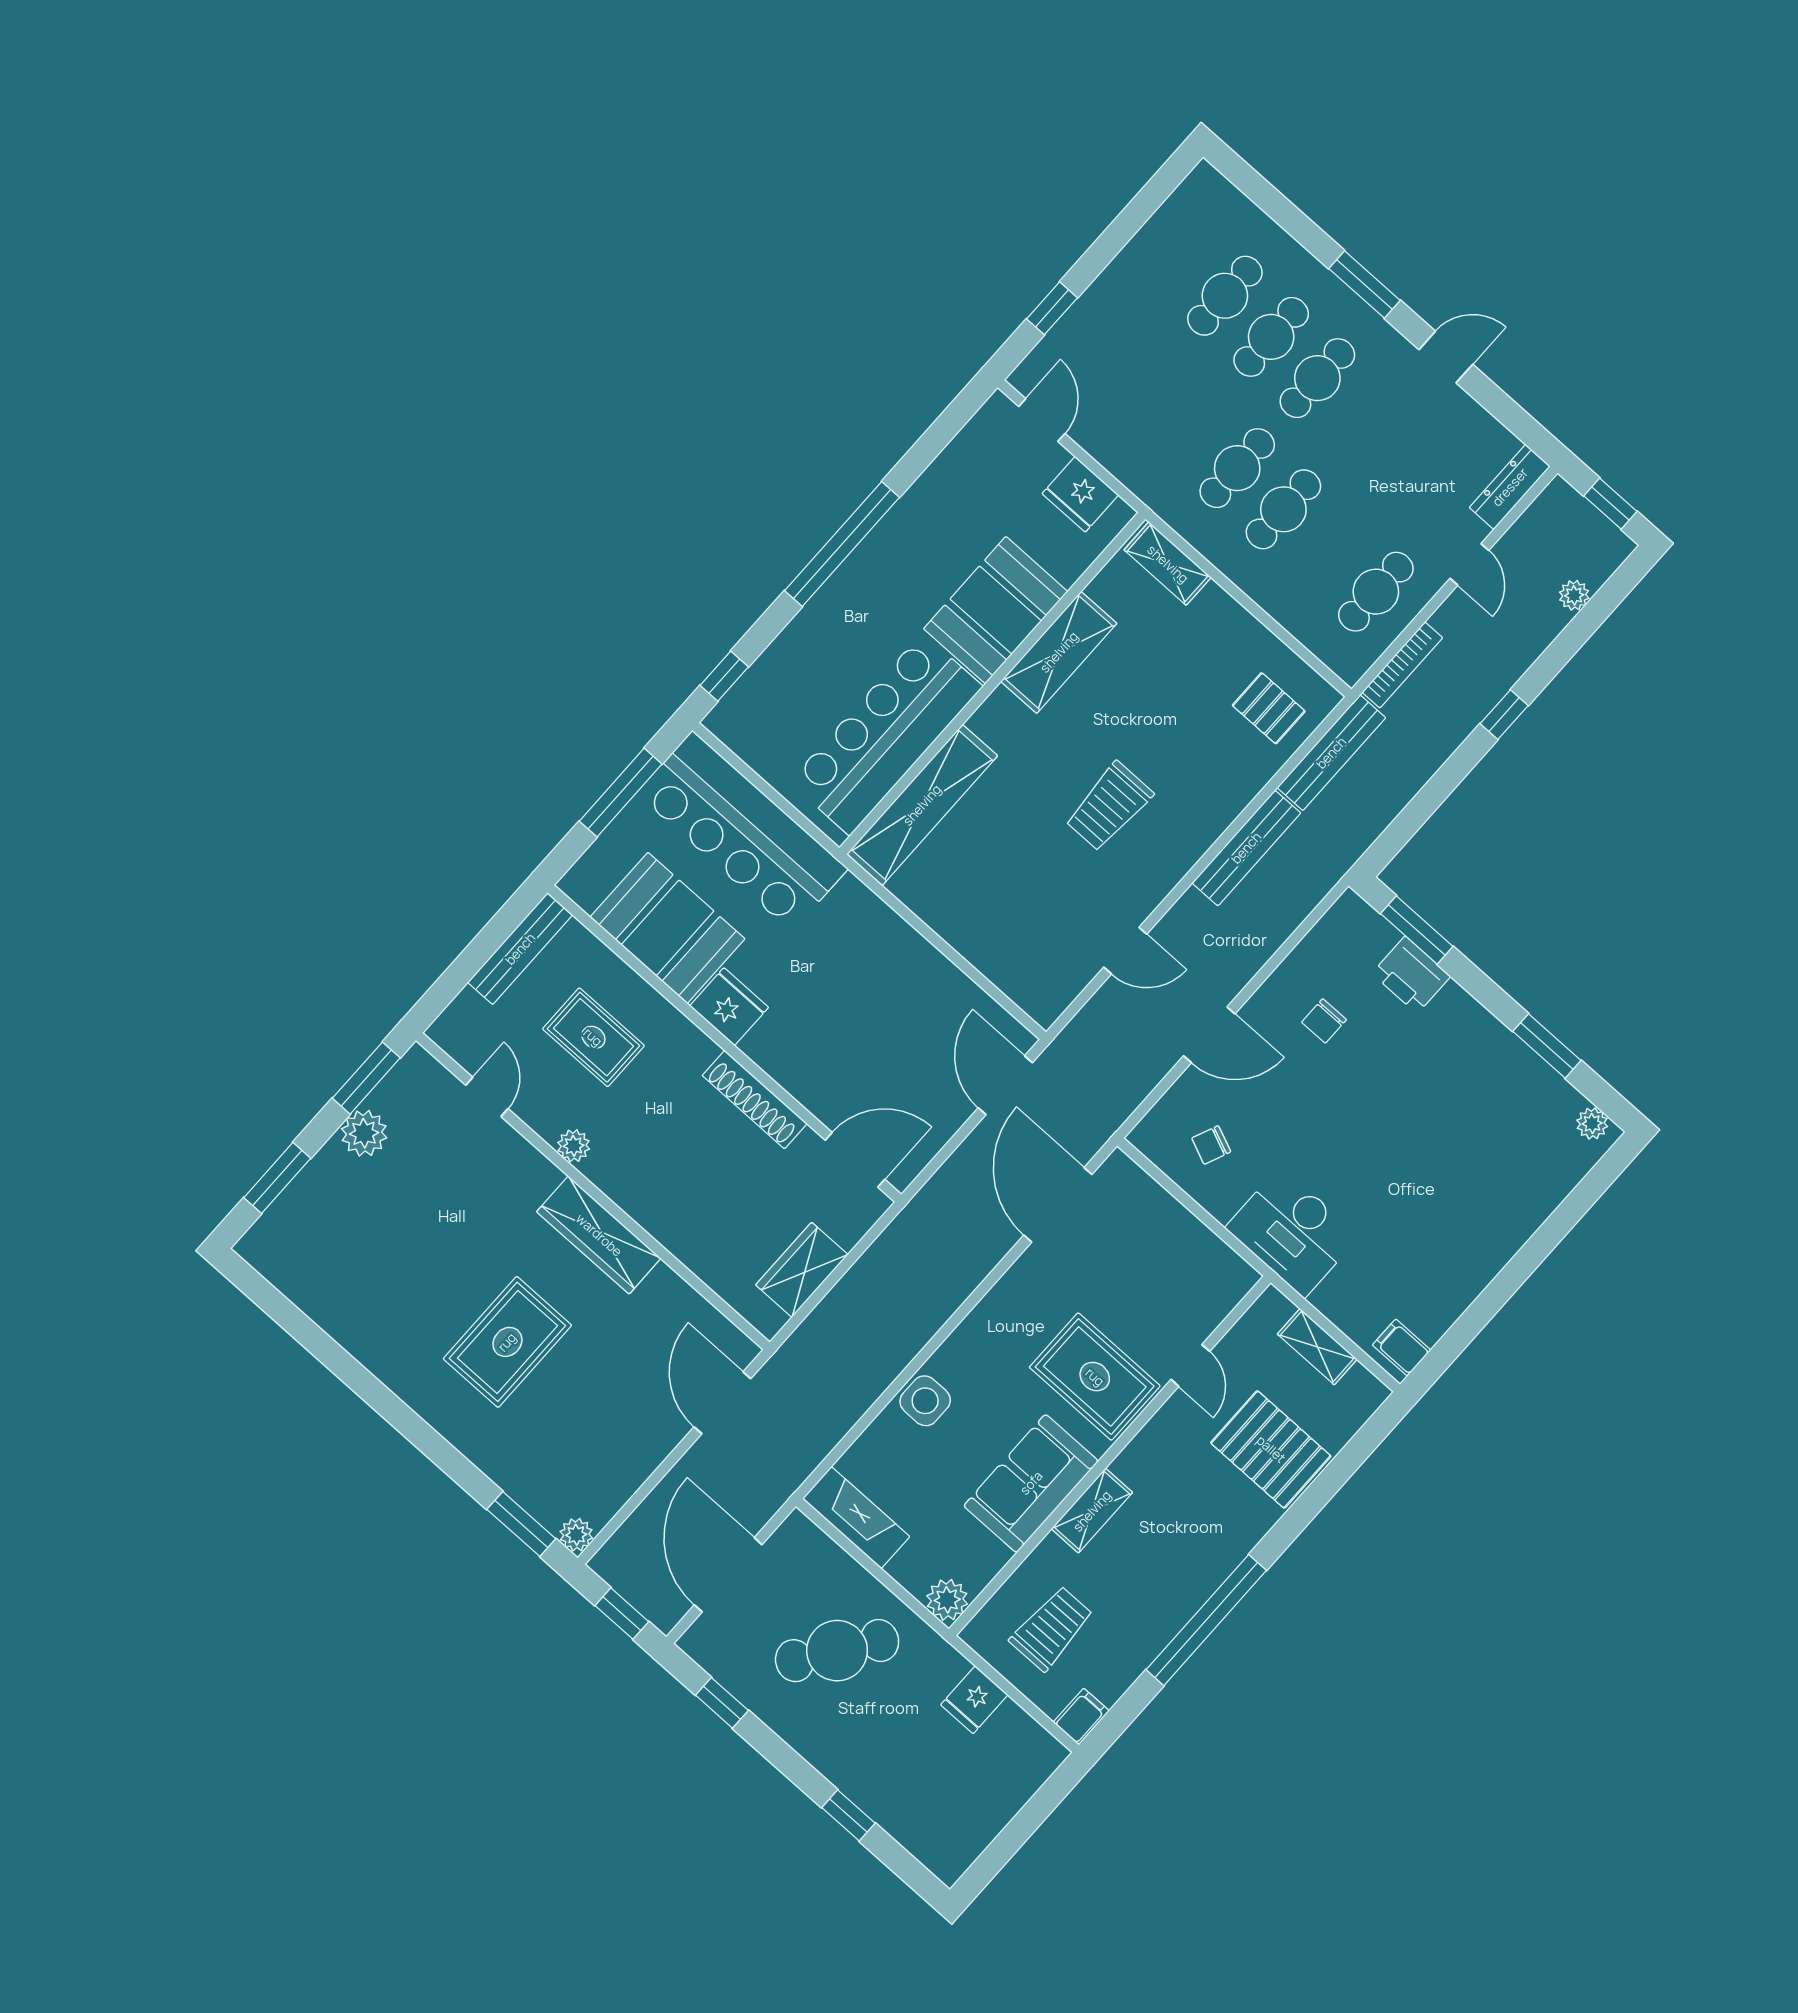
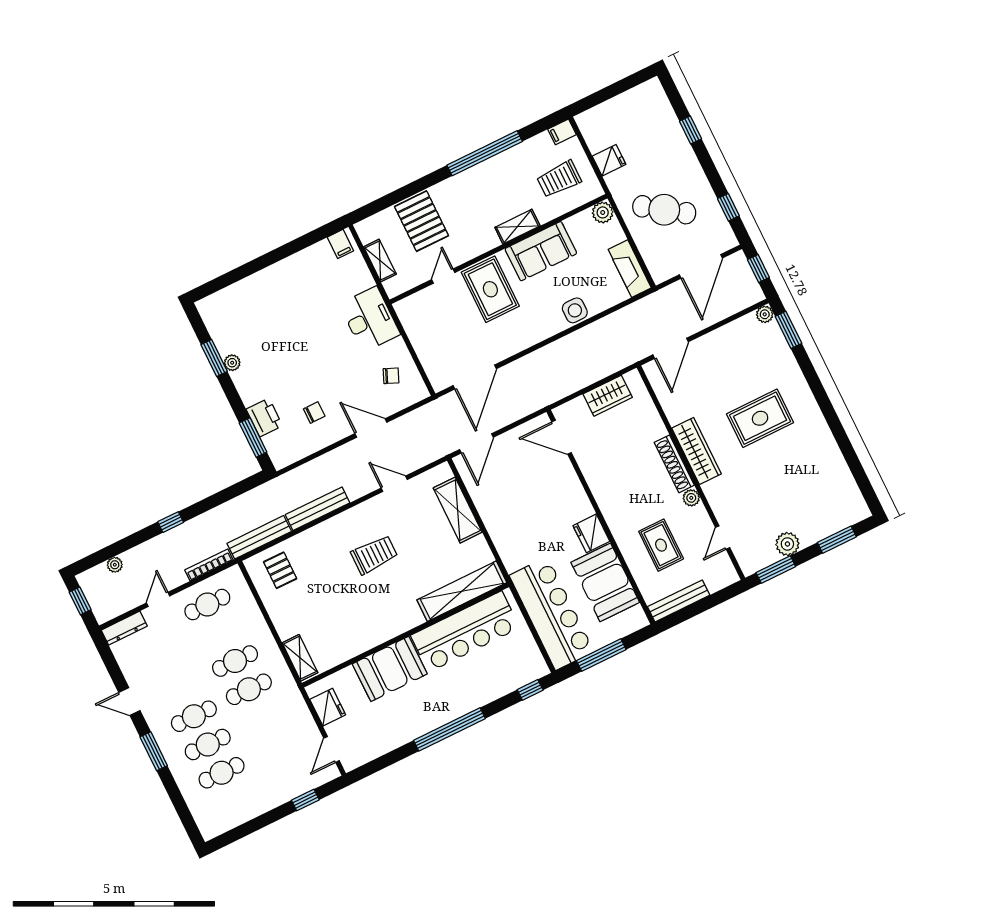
shelving: (1059, 652) -> (458, 510), moved, turned 90
shoe rack: (755, 1100) -> (674, 464), moved, turned 180
plant: (1592, 1123) -> (232, 363), moved

